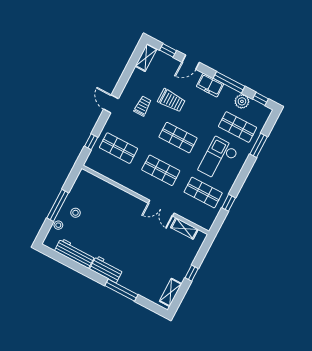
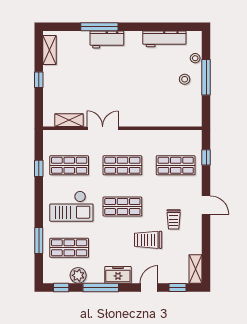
checkout: (218, 159) -> (71, 206), turned 90
workbench: (106, 269) -> (107, 39), moved

